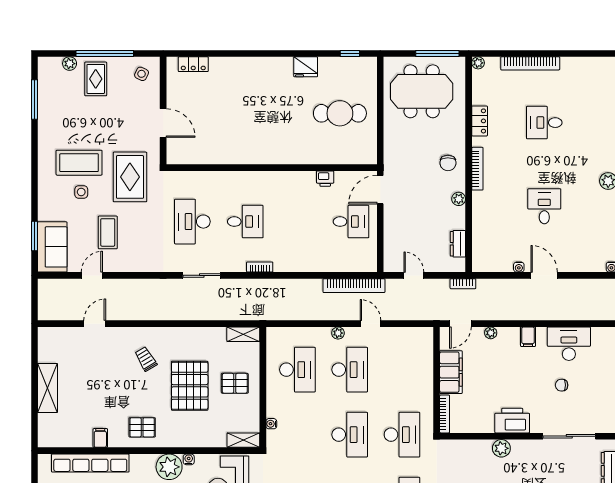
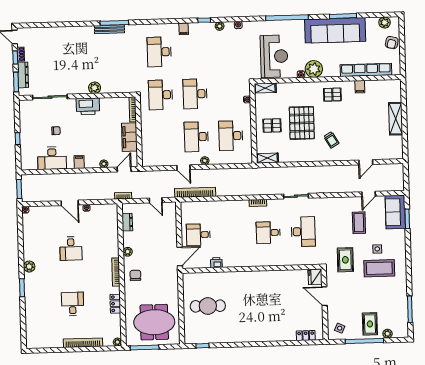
fridge: (306, 67) -> (315, 277), moved, turned -90
desk: (544, 123) -> (73, 304), turned -90
rug: (130, 177) -> (345, 260), width x0.73, depth x0.70

